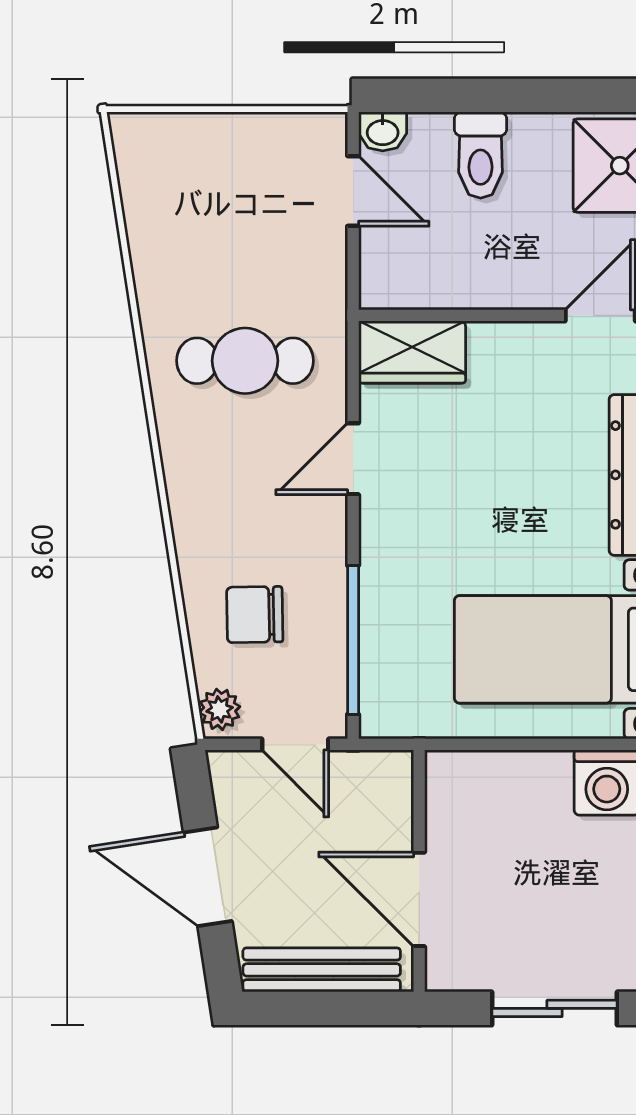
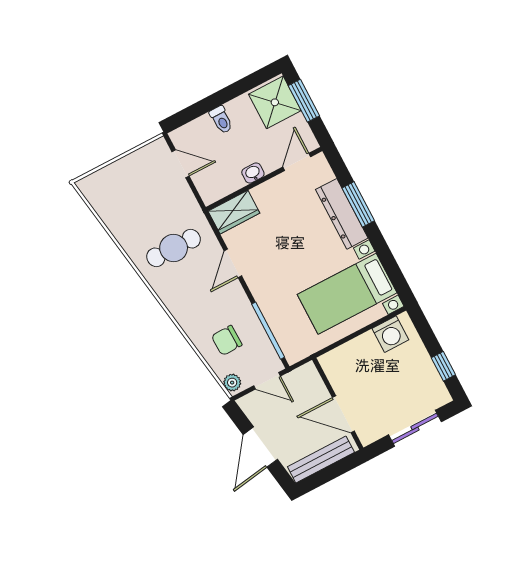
washbasin: (383, 131) -> (253, 173), moved, turned 180
toilet: (481, 155) -> (221, 120), width x0.73, depth x0.72
door: (208, 877) -> (260, 447), hinge flipped

